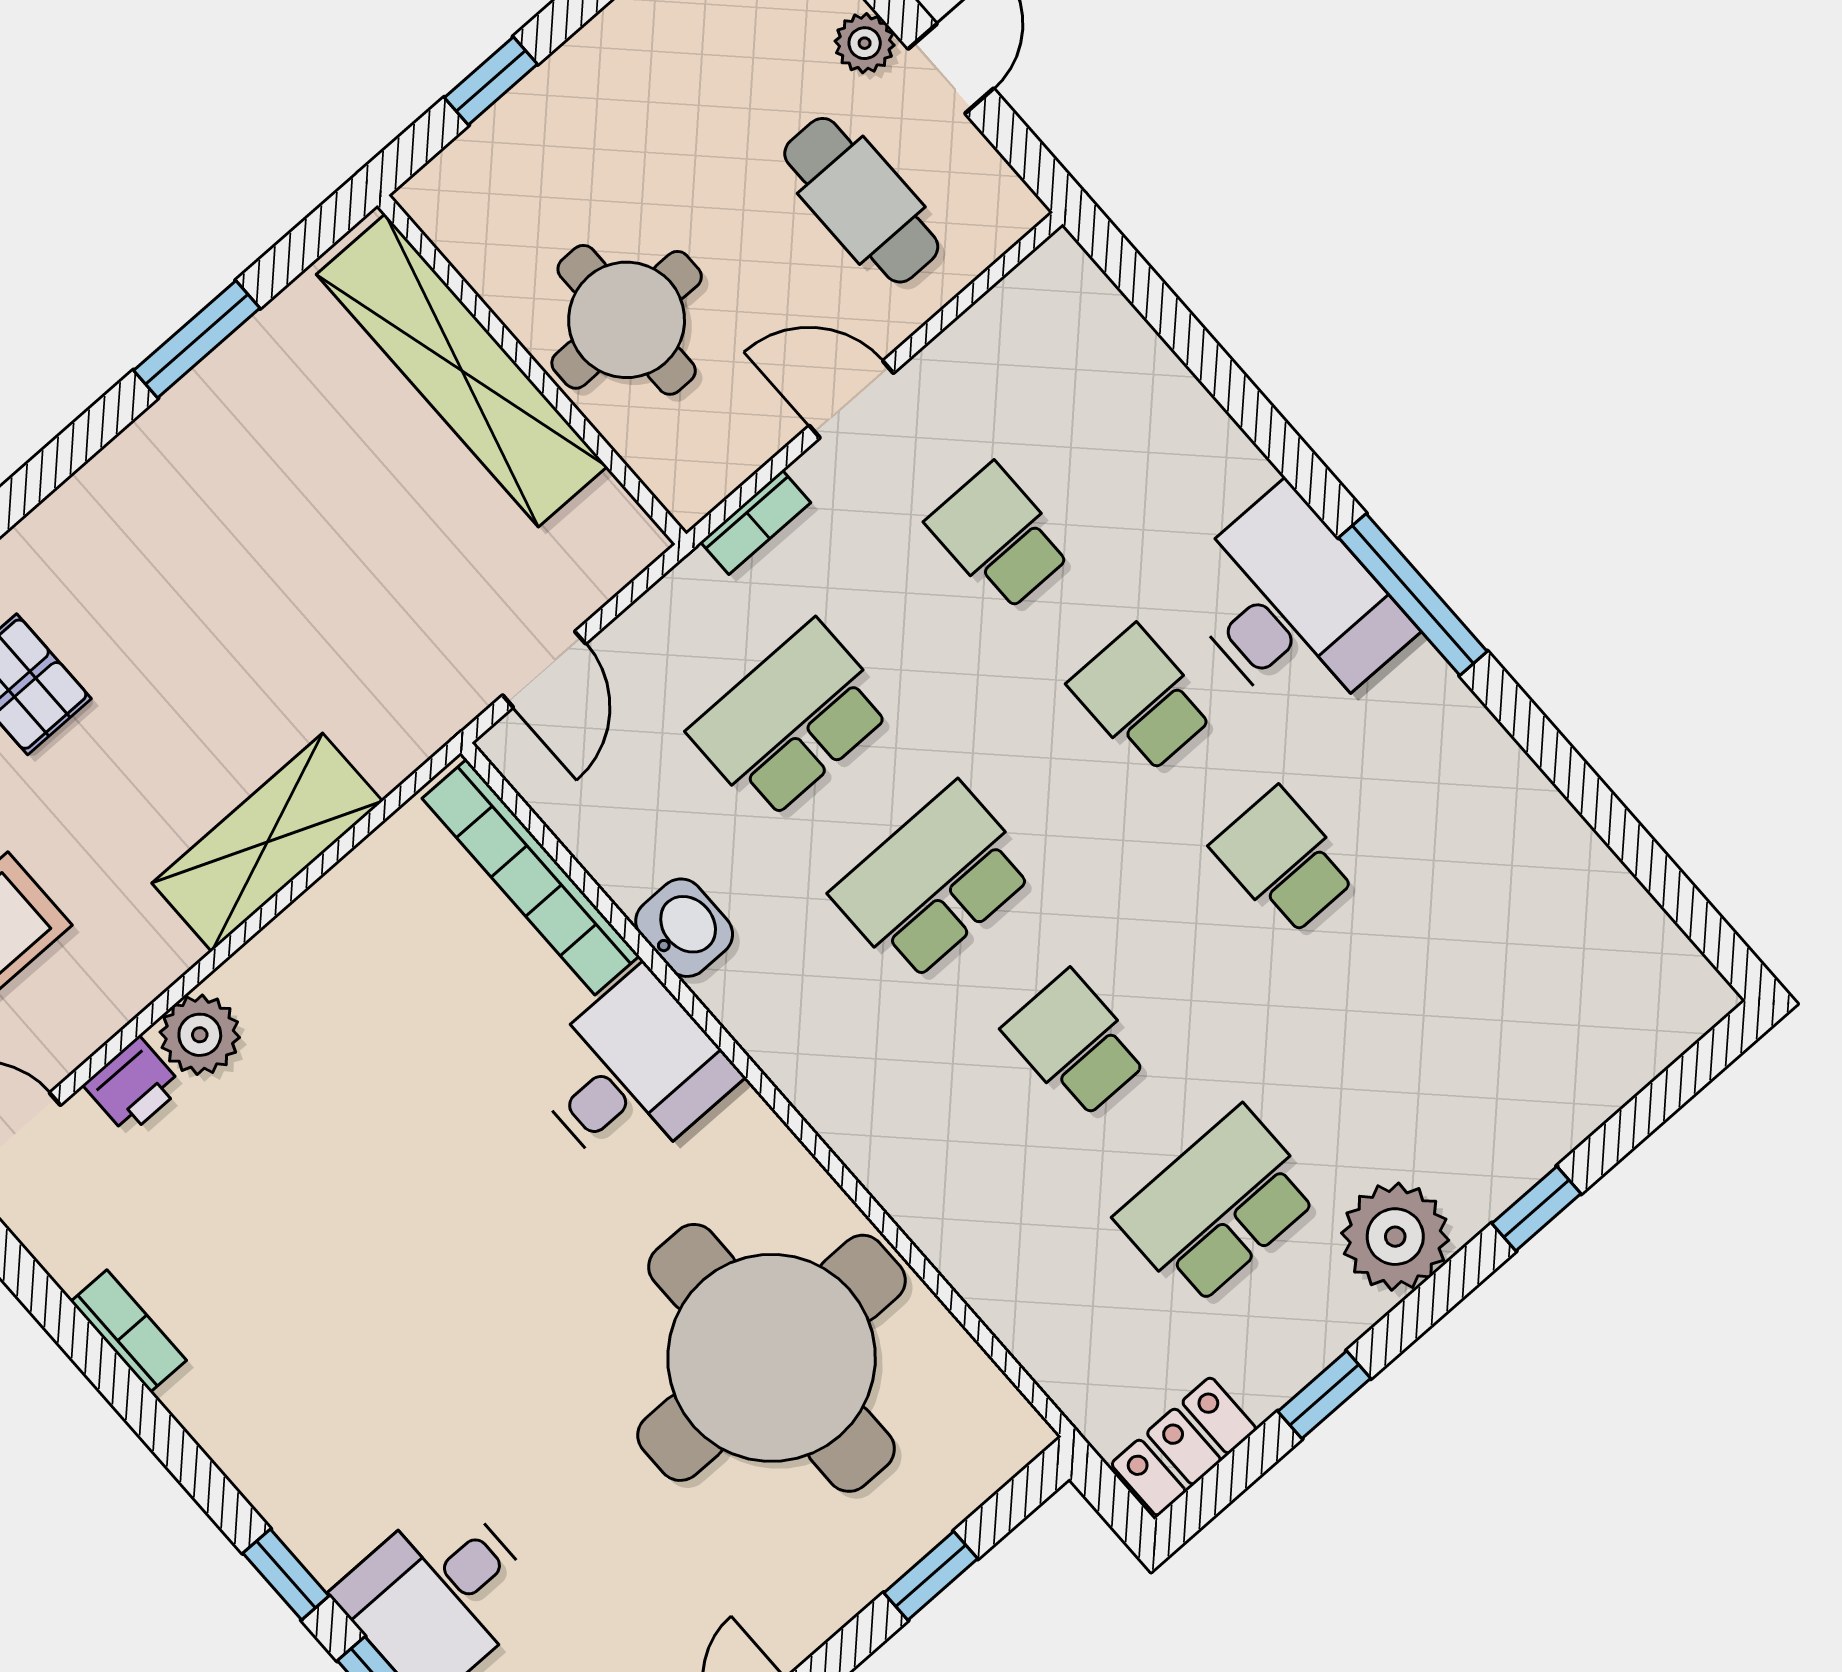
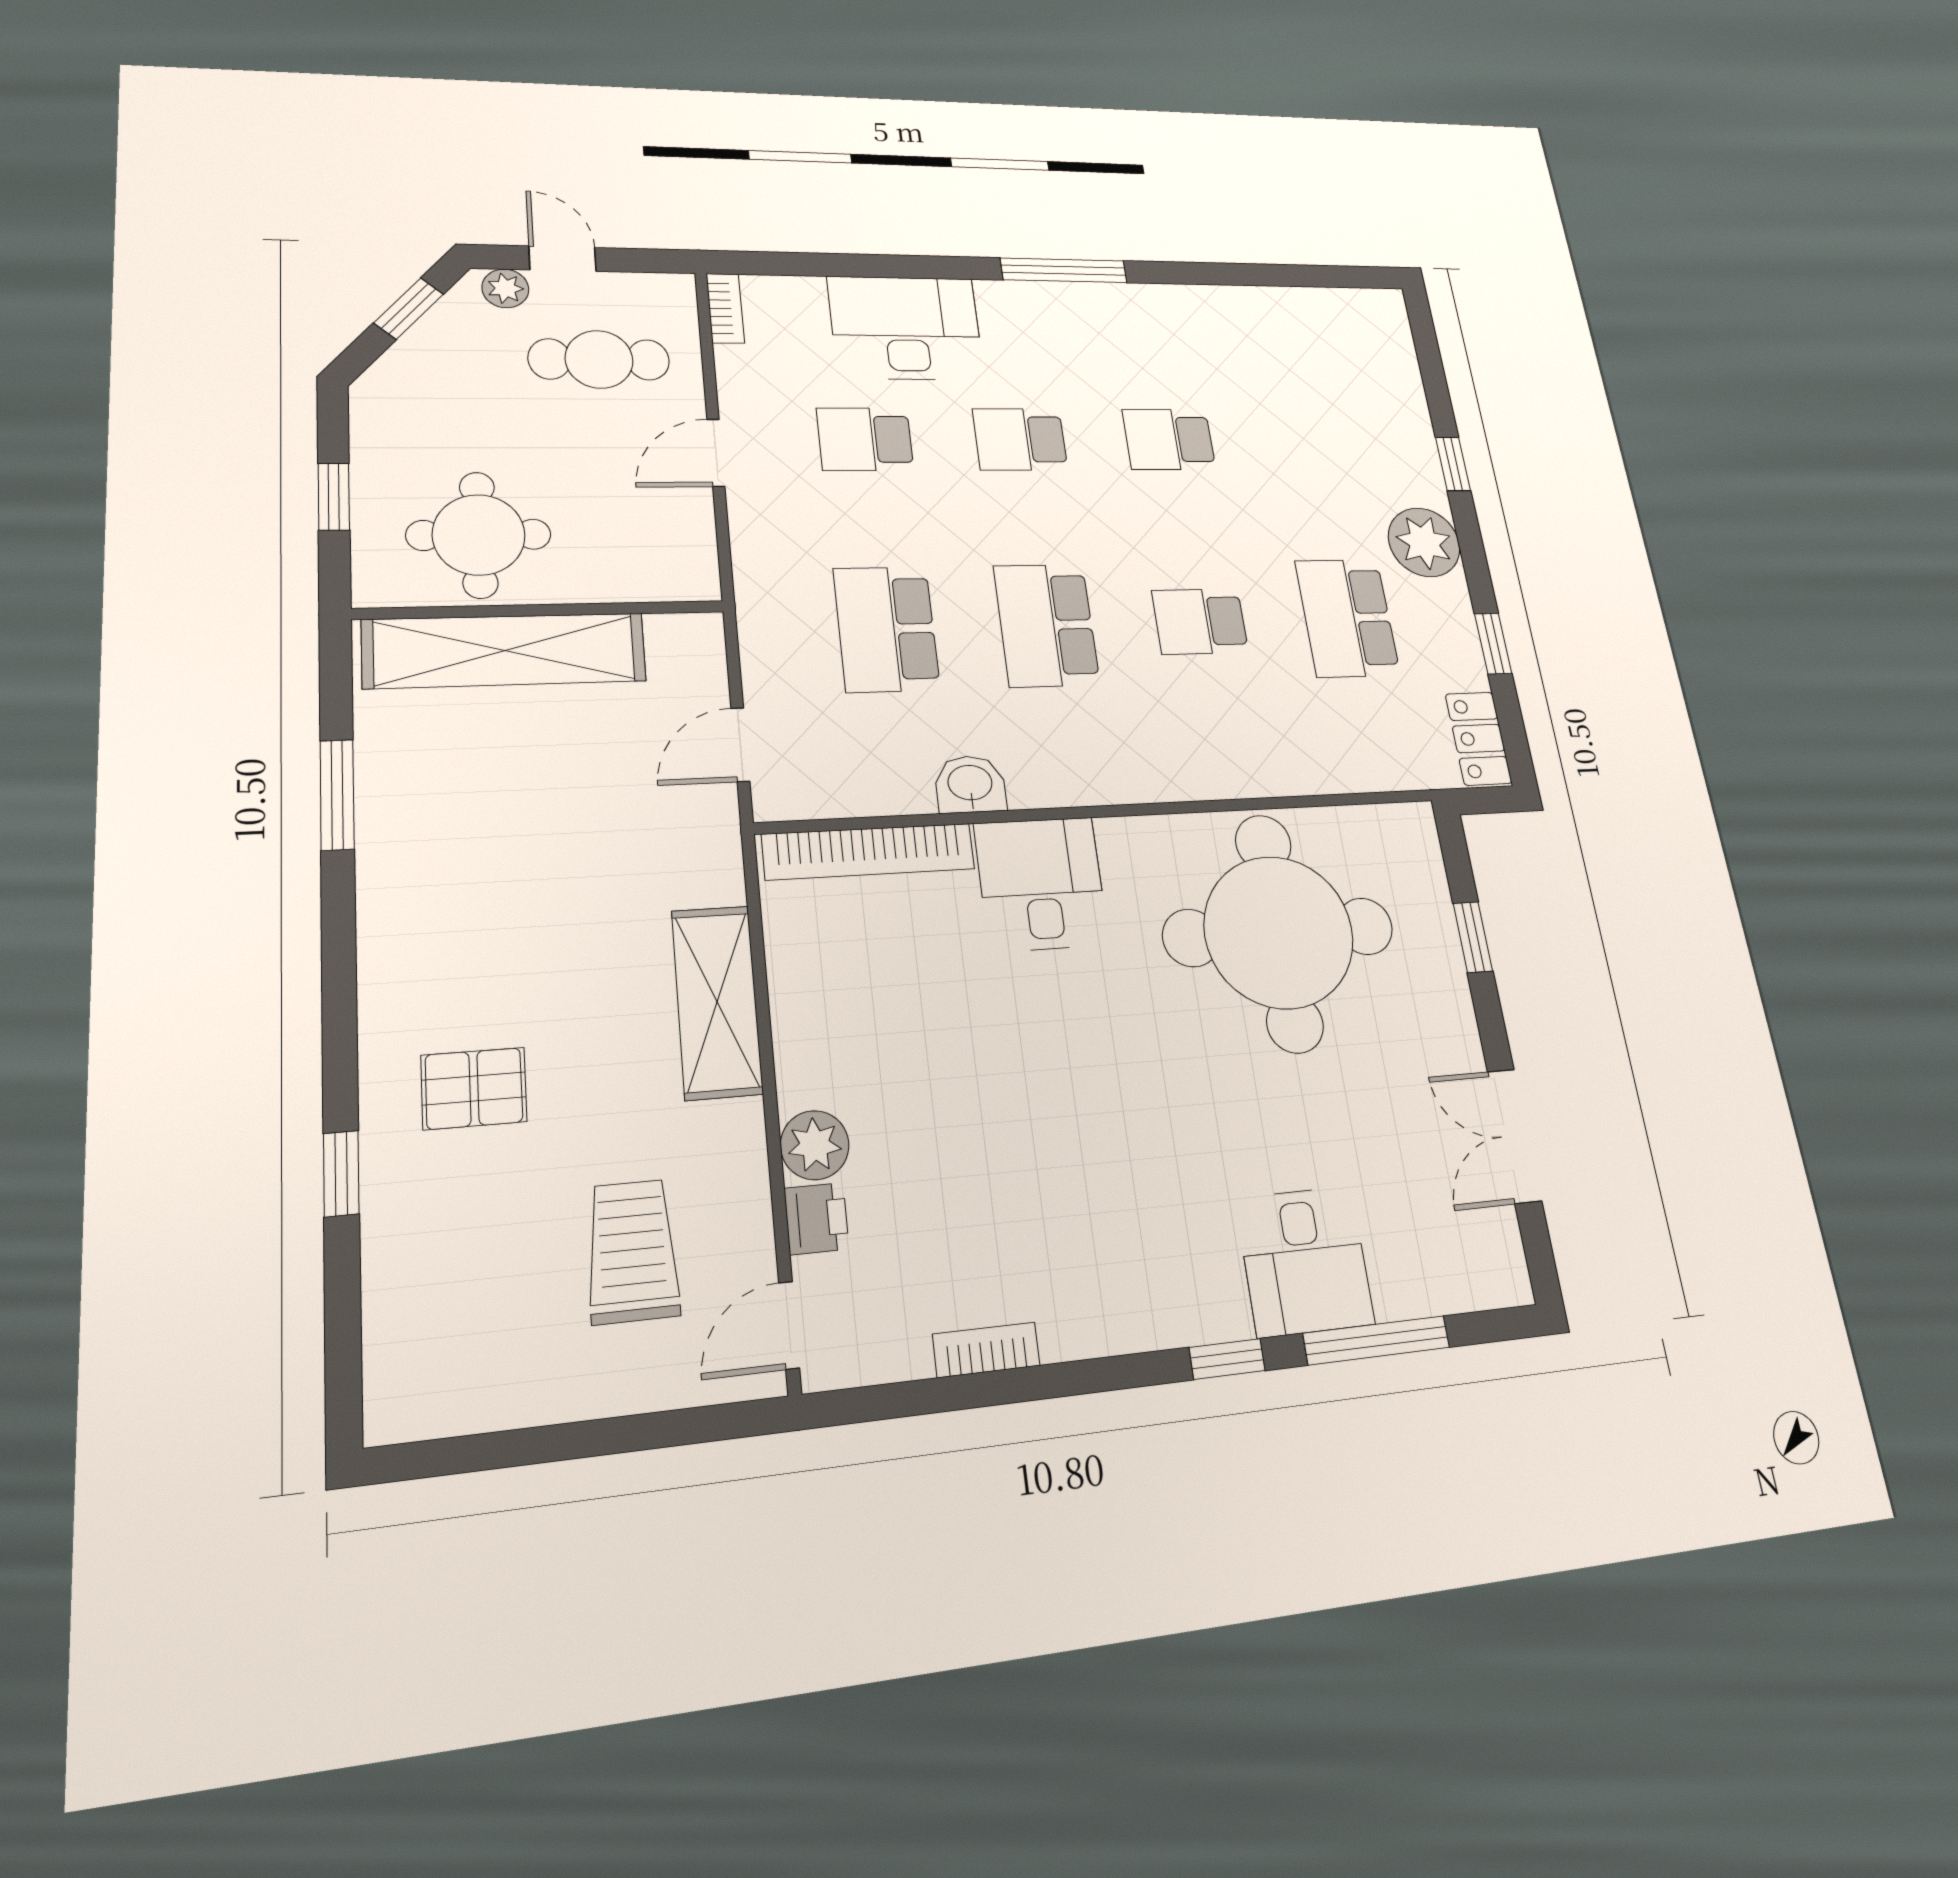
round table: (627, 320) -> (479, 535), moved
bookcase: (755, 522) -> (725, 308), moved
desk: (1292, 608) -> (906, 328), moved
door: (544, 669) -> (740, 745), swing flipped

